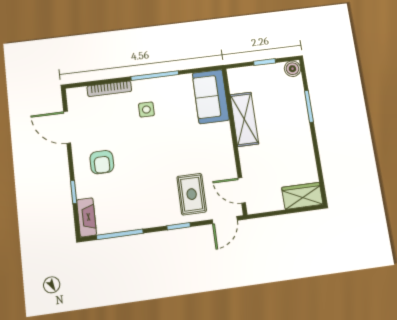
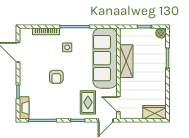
sofa: (211, 97) -> (105, 58), width x1.85, depth x1.27
armchair: (102, 162) -> (56, 77), moved

